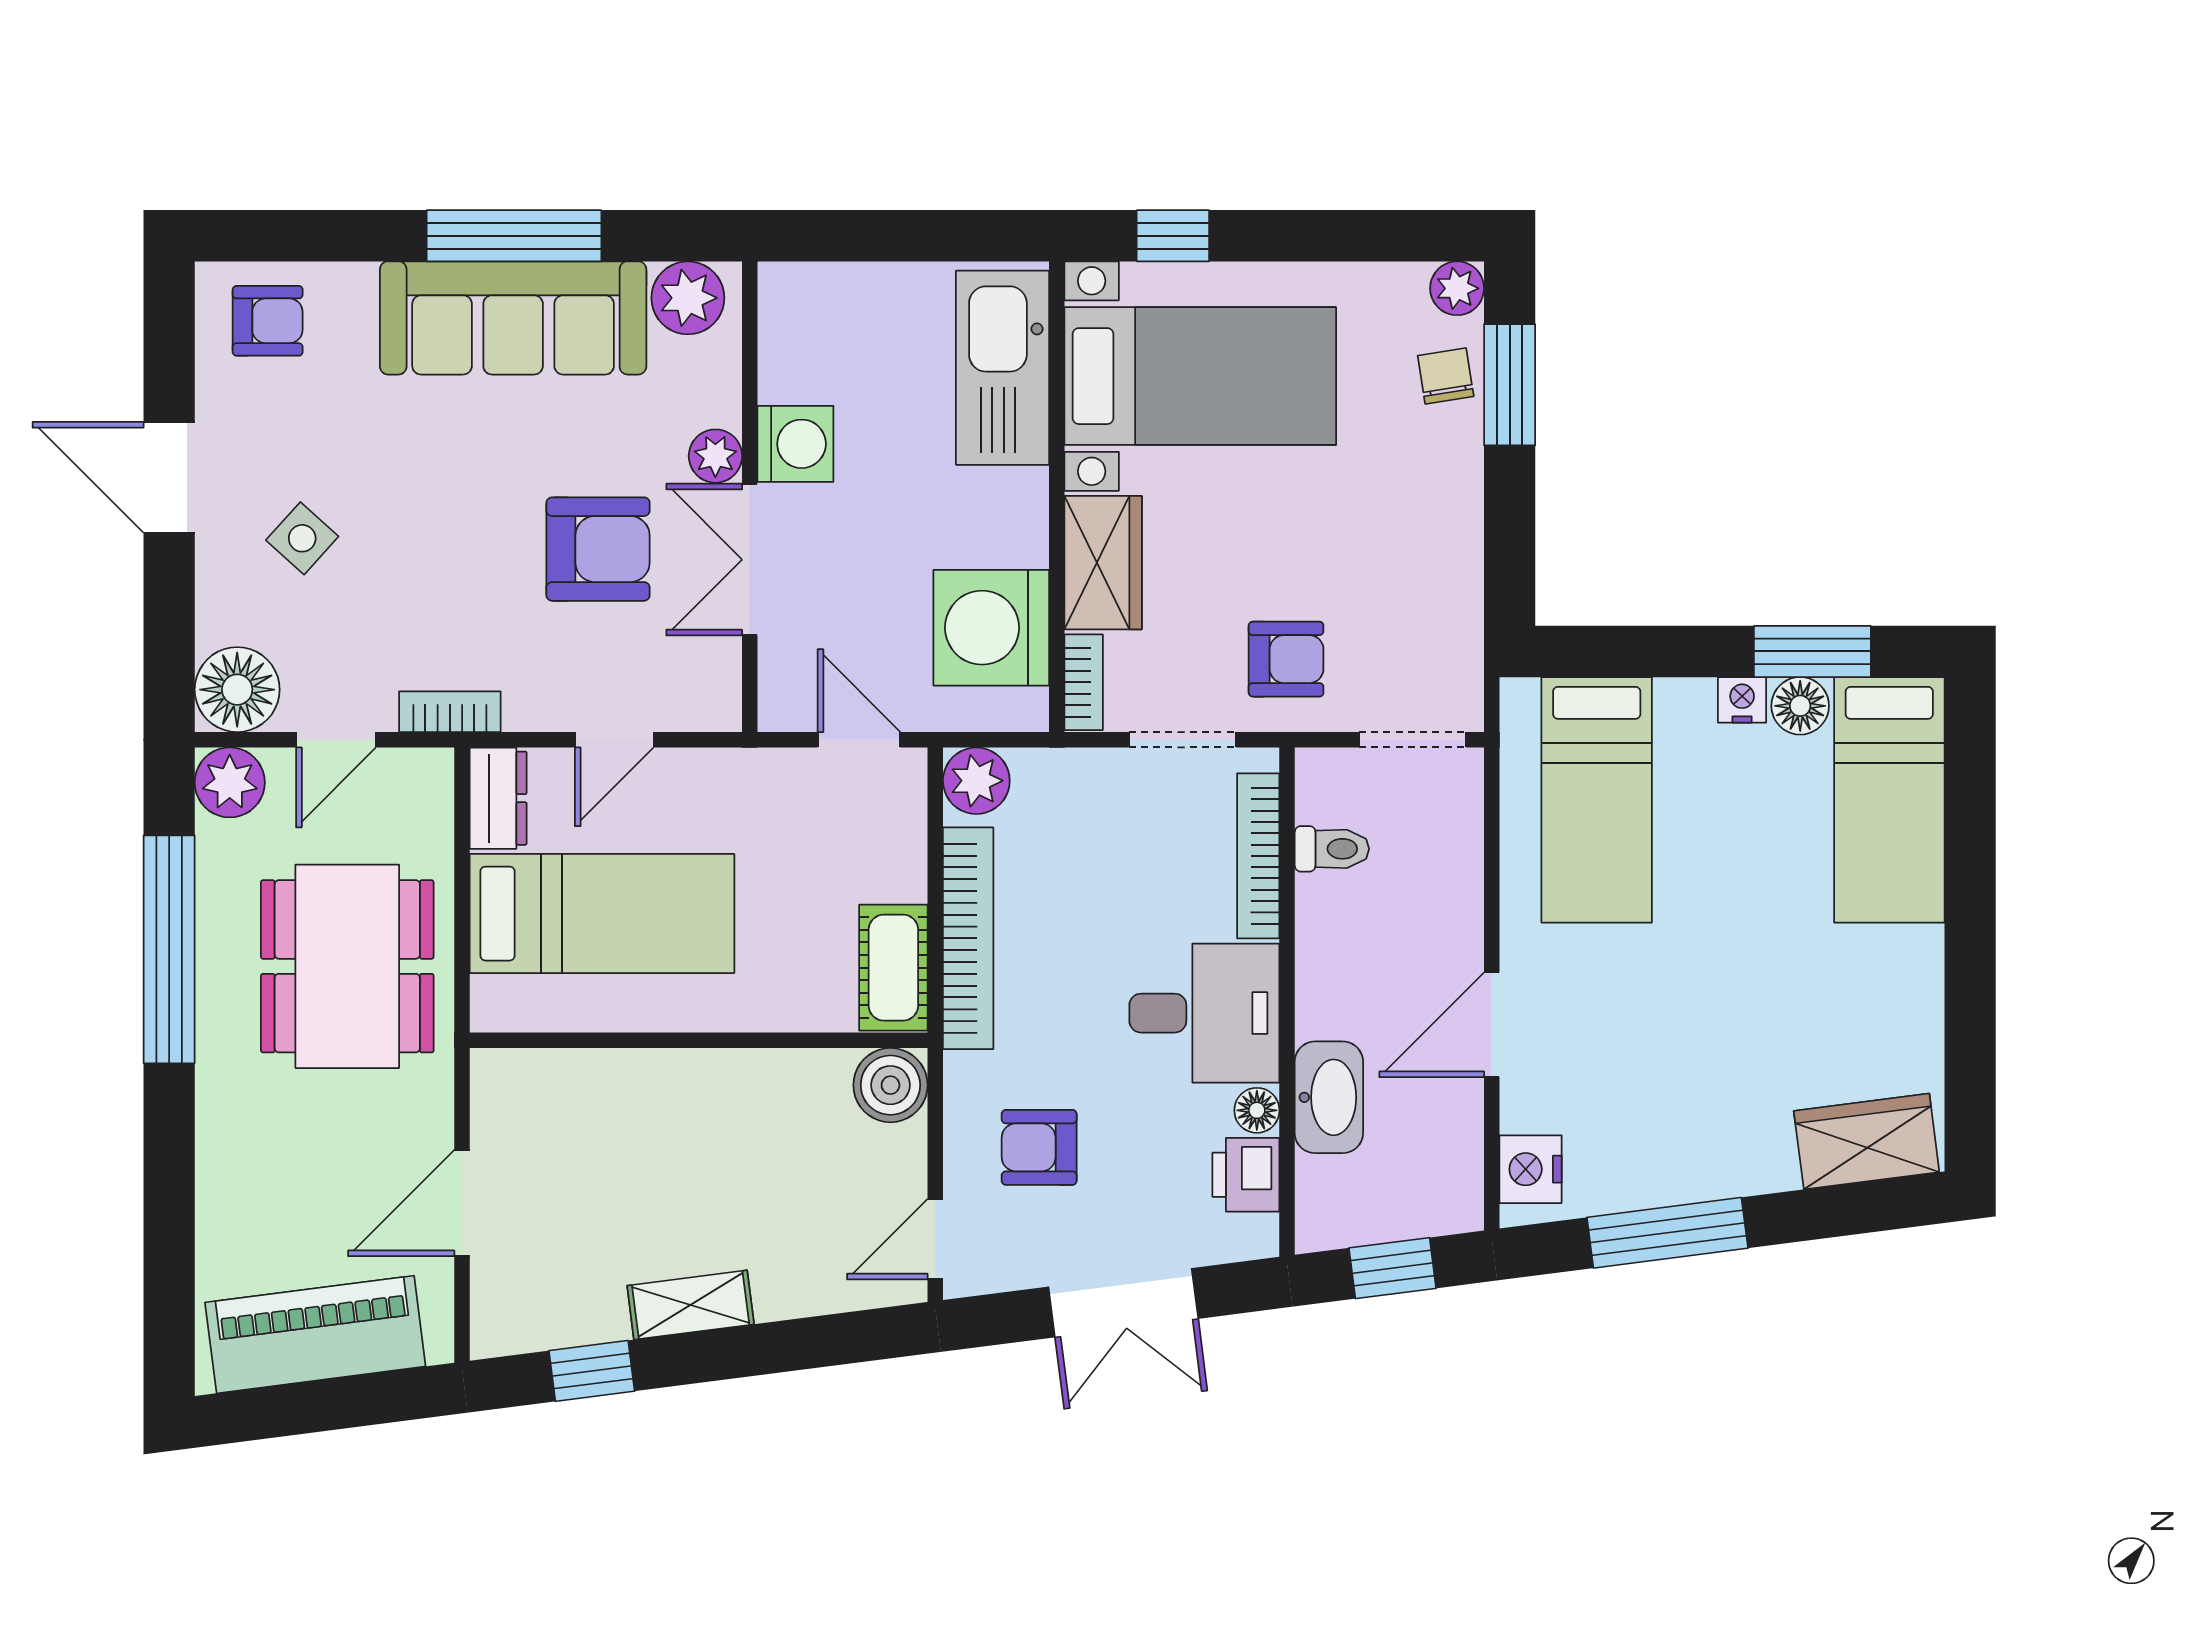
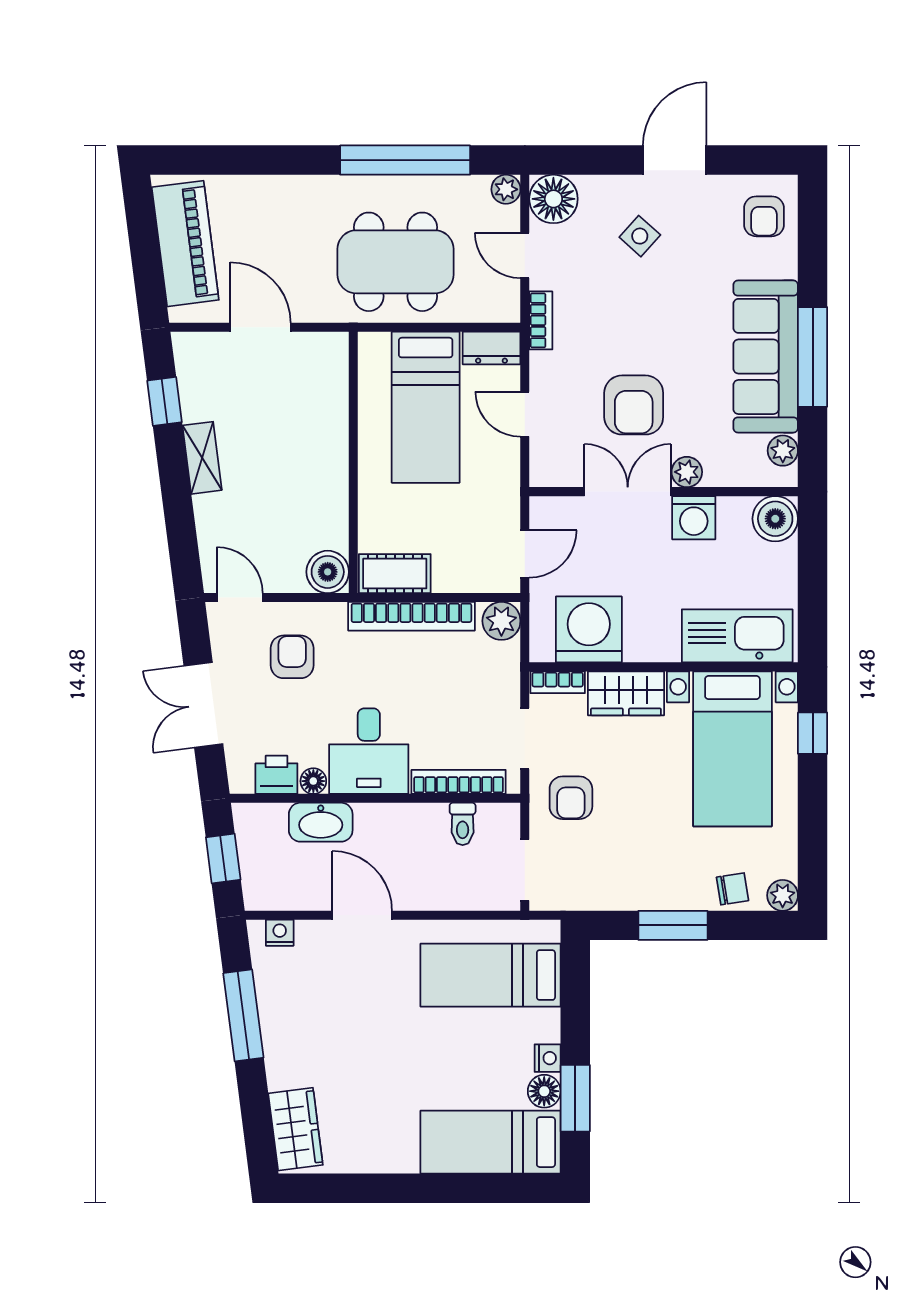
plant: (688, 298) -> (783, 451), width x0.73, depth x0.73
boiler: (797, 301) -> (775, 519), added
window: (1510, 385) -> (673, 925), moved
plant: (230, 782) -> (506, 189), width x0.73, depth x0.73
nightstand: (1531, 1169) -> (280, 933), width x0.72, depth x0.74

